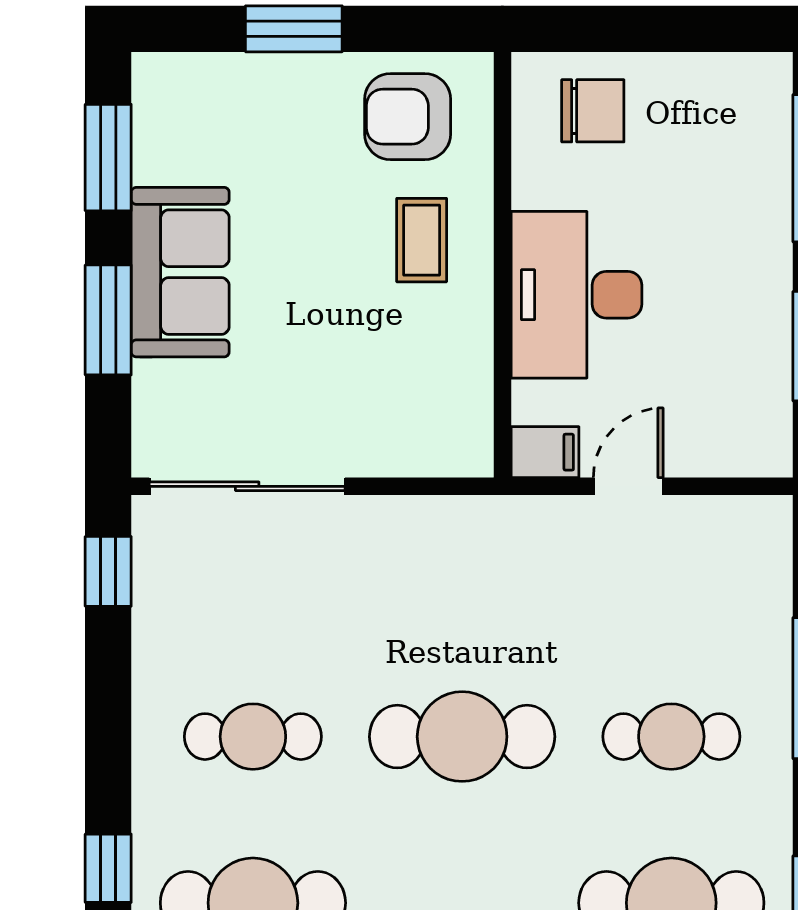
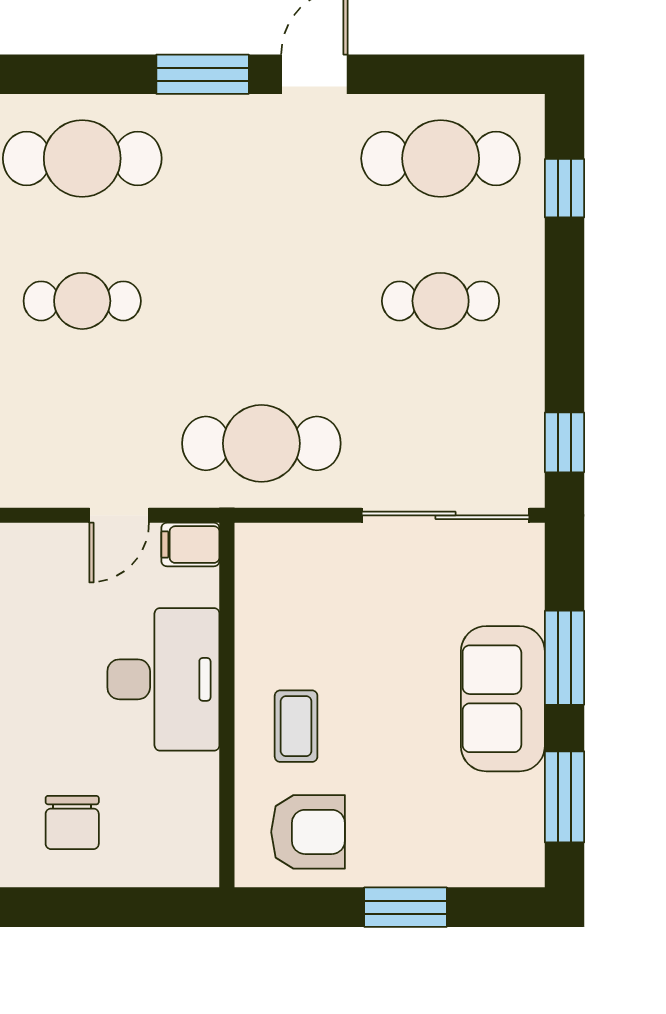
chair: (593, 111) -> (72, 822), moved, turned -90
cafe table: (462, 737) -> (261, 443), moved

